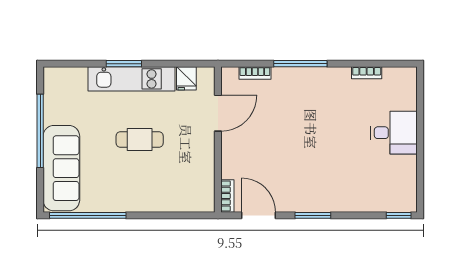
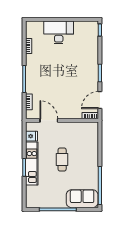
desk: (394, 133) -> (59, 32), width x1.37
sofa: (61, 168) -> (82, 199), width x0.73

